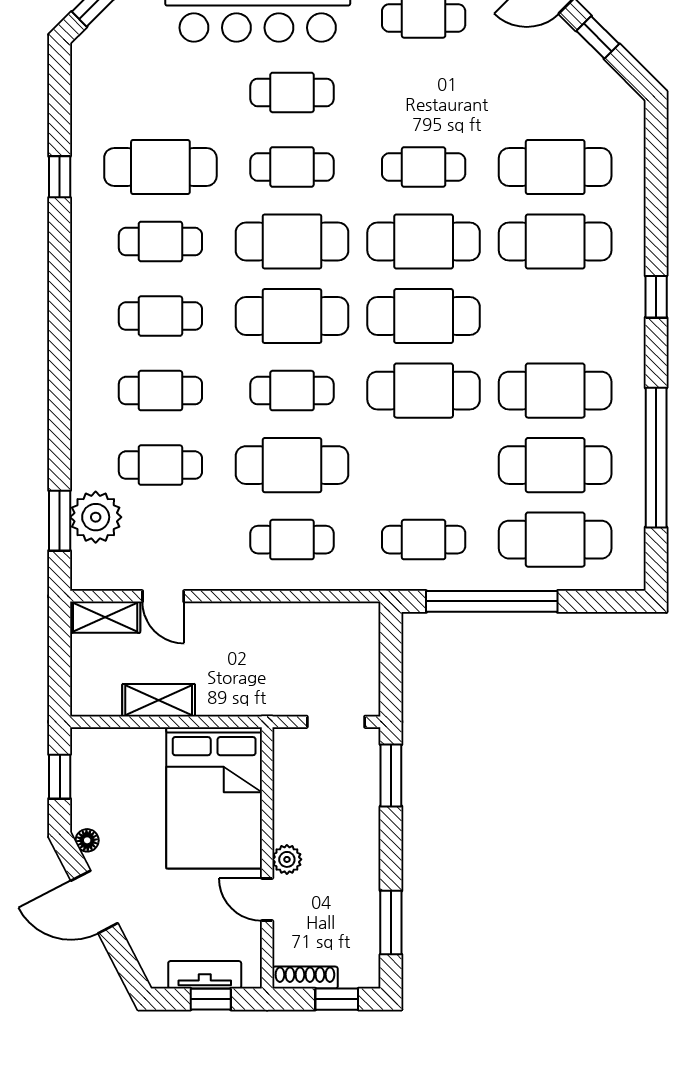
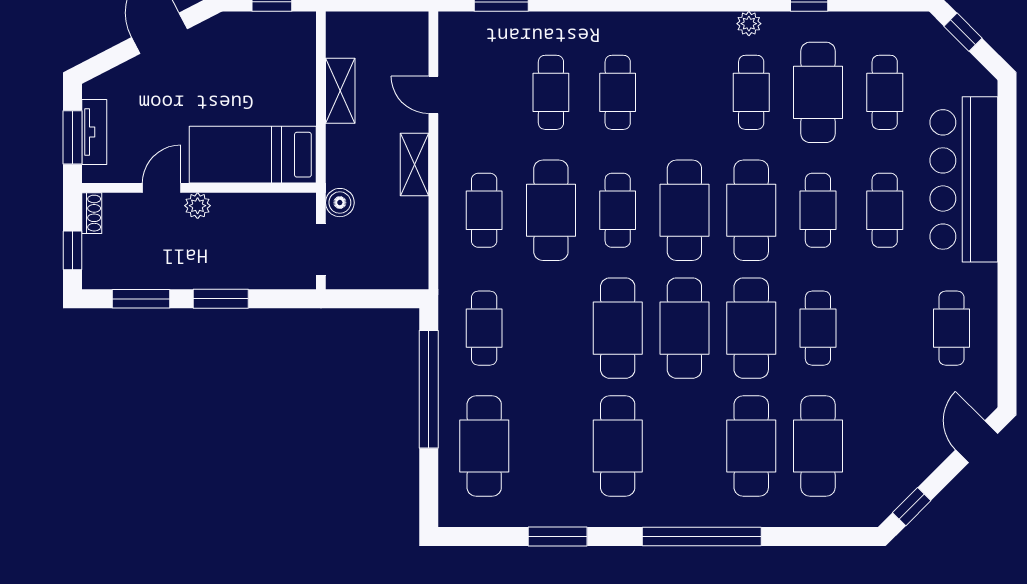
window: (598, 37) -> (912, 507), moved
window: (656, 297) -> (702, 536), width x3.17
cafe table: (160, 316) -> (885, 92), moved
window: (656, 458) -> (558, 536), width x0.47
cafe table: (555, 465) -> (551, 446), removed
plant: (96, 517) -> (749, 24), moved, width x0.53, depth x0.53
door: (163, 596) -> (433, 95), hinge flipped
shelving: (105, 617) -> (415, 164), moved
boiler: (283, 701) -> (340, 203), added
window: (391, 775) -> (221, 299), moved
bed: (214, 798) -> (253, 155), width x0.67
floor lamp: (87, 840) -> (215, 27), removed
shoe rack: (305, 978) -> (92, 213), width x0.70
window: (211, 999) -> (72, 137), width x1.50

